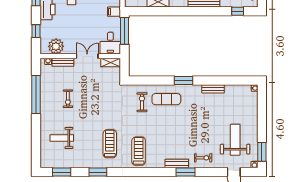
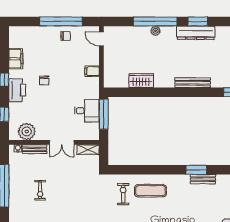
filing cabinet: (114, 12) -> (92, 93), removed
desk: (110, 43) -> (87, 111), moved, turned -90
double door: (87, 56) -> (62, 142), swing flipped
window: (183, 80) -> (196, 170), moved

